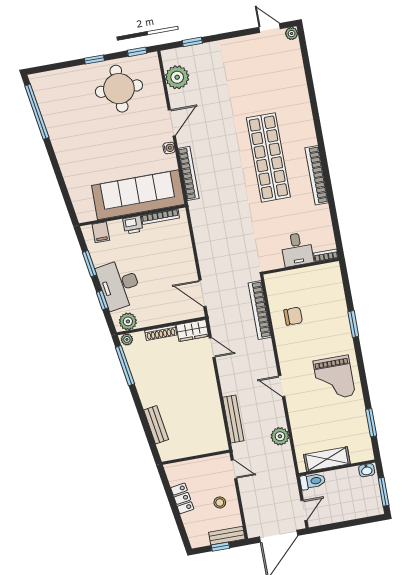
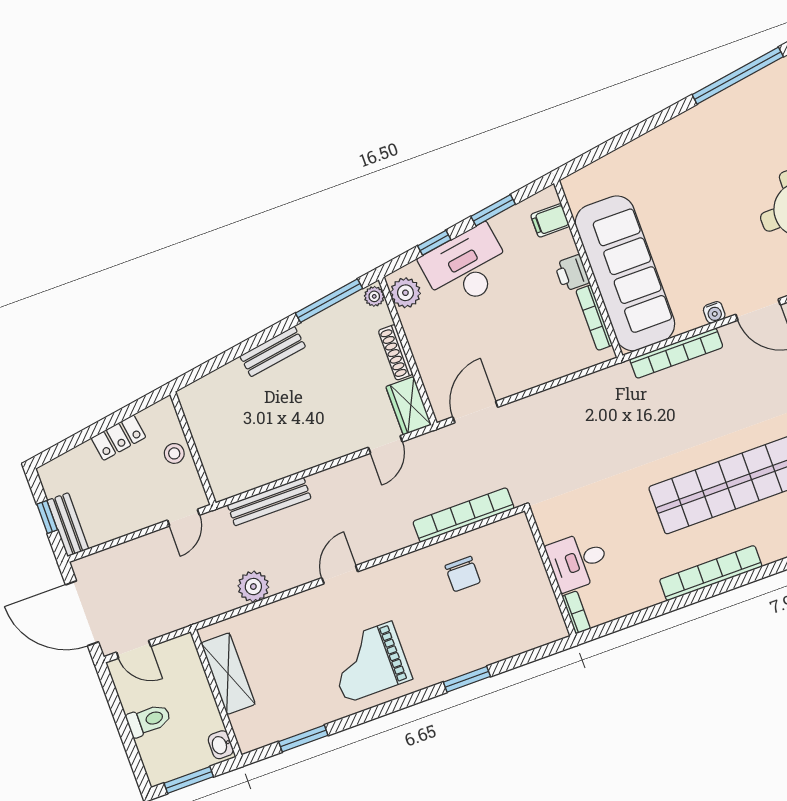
bench: (156, 425) -> (273, 351), moved
toilet: (313, 481) -> (149, 720), moved, turned -90
stool: (220, 502) -> (174, 453), moved

